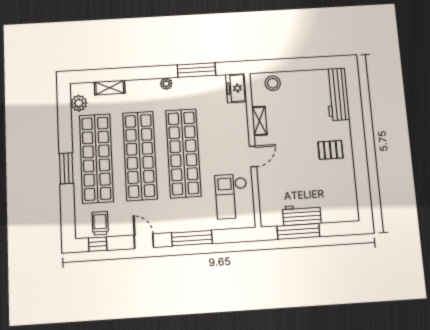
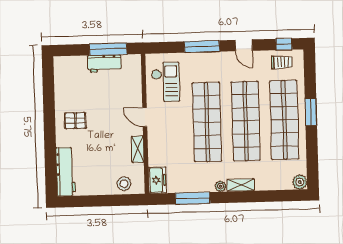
shelving: (110, 88) -> (241, 185), moved
plant: (79, 103) -> (300, 182), moved
door: (253, 156) -> (145, 117), hinge flipped
trolley: (100, 223) -> (282, 62), turned -90

